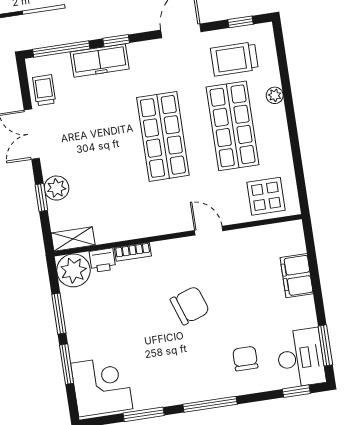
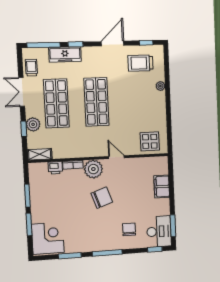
shop shelf: (233, 126) -> (56, 103), moved
plant: (73, 270) -> (93, 169), moved

